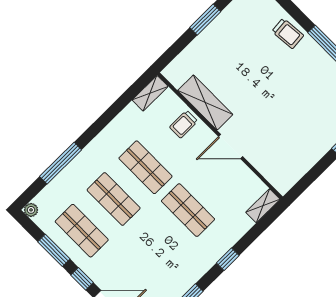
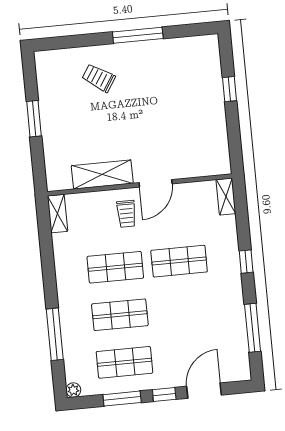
trolley: (288, 33) -> (99, 78), moved, turned -142
trolley: (184, 124) -> (126, 214), moved

